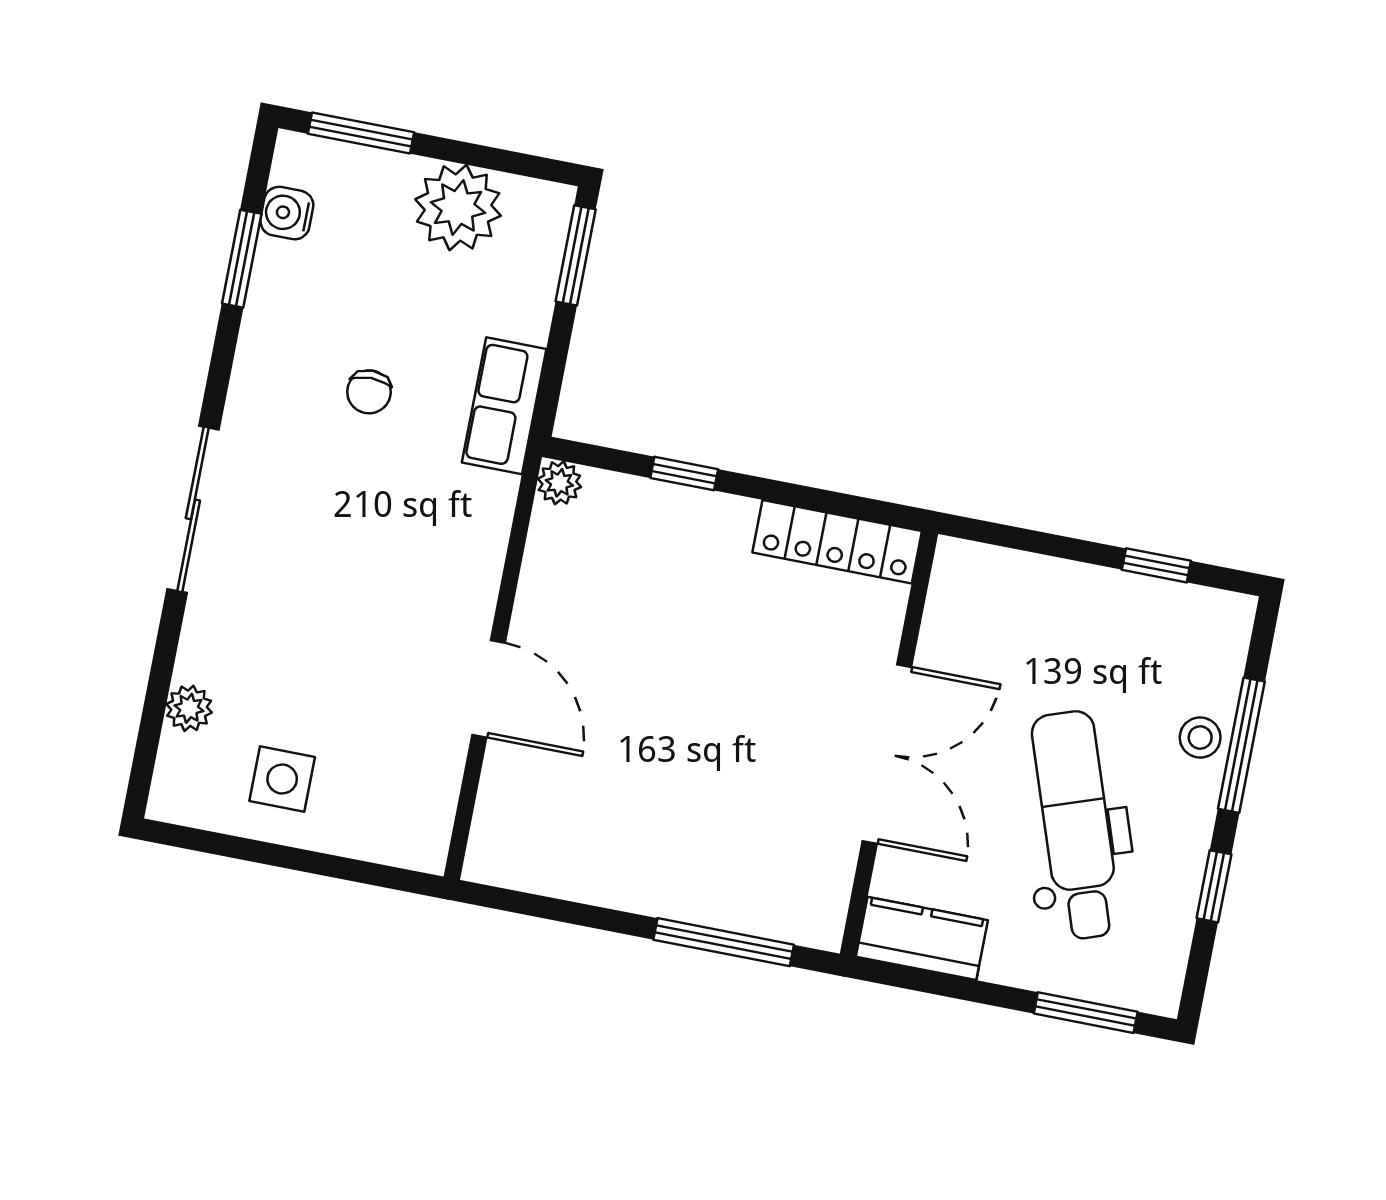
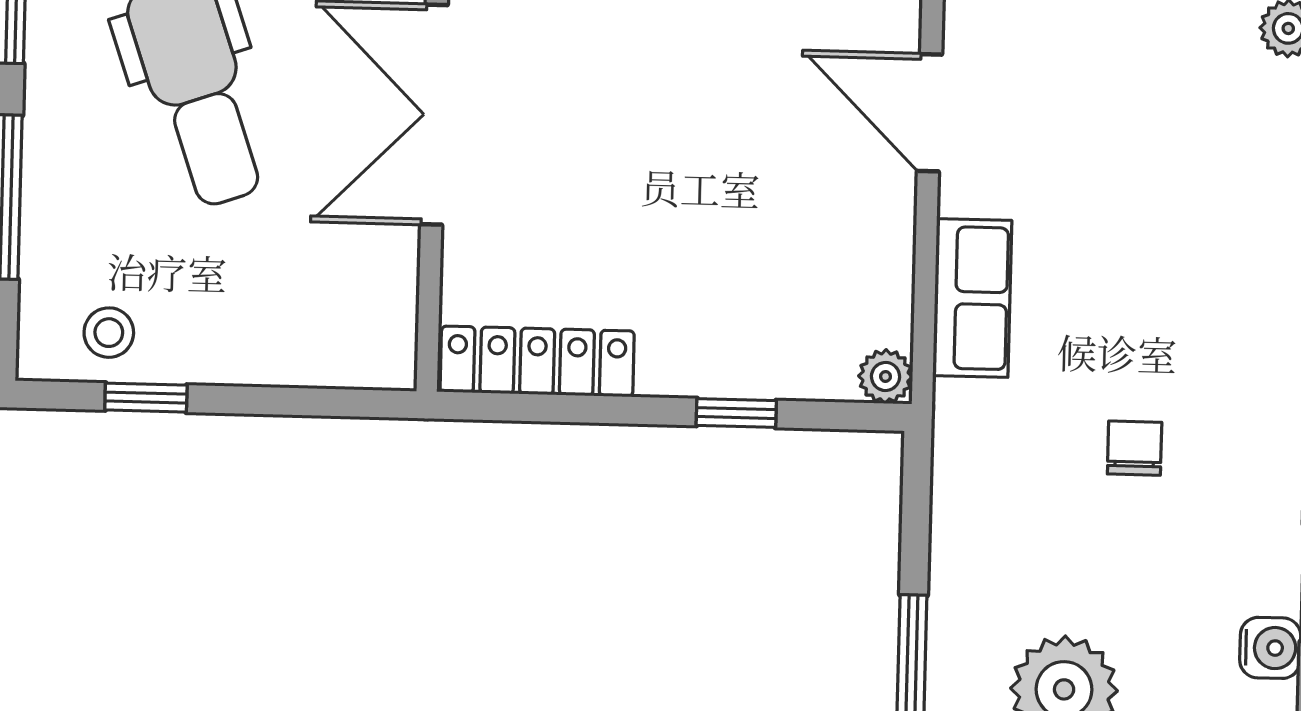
row of seats: (504, 406) -> (972, 298), moved
stool: (1200, 738) -> (109, 333), moved

